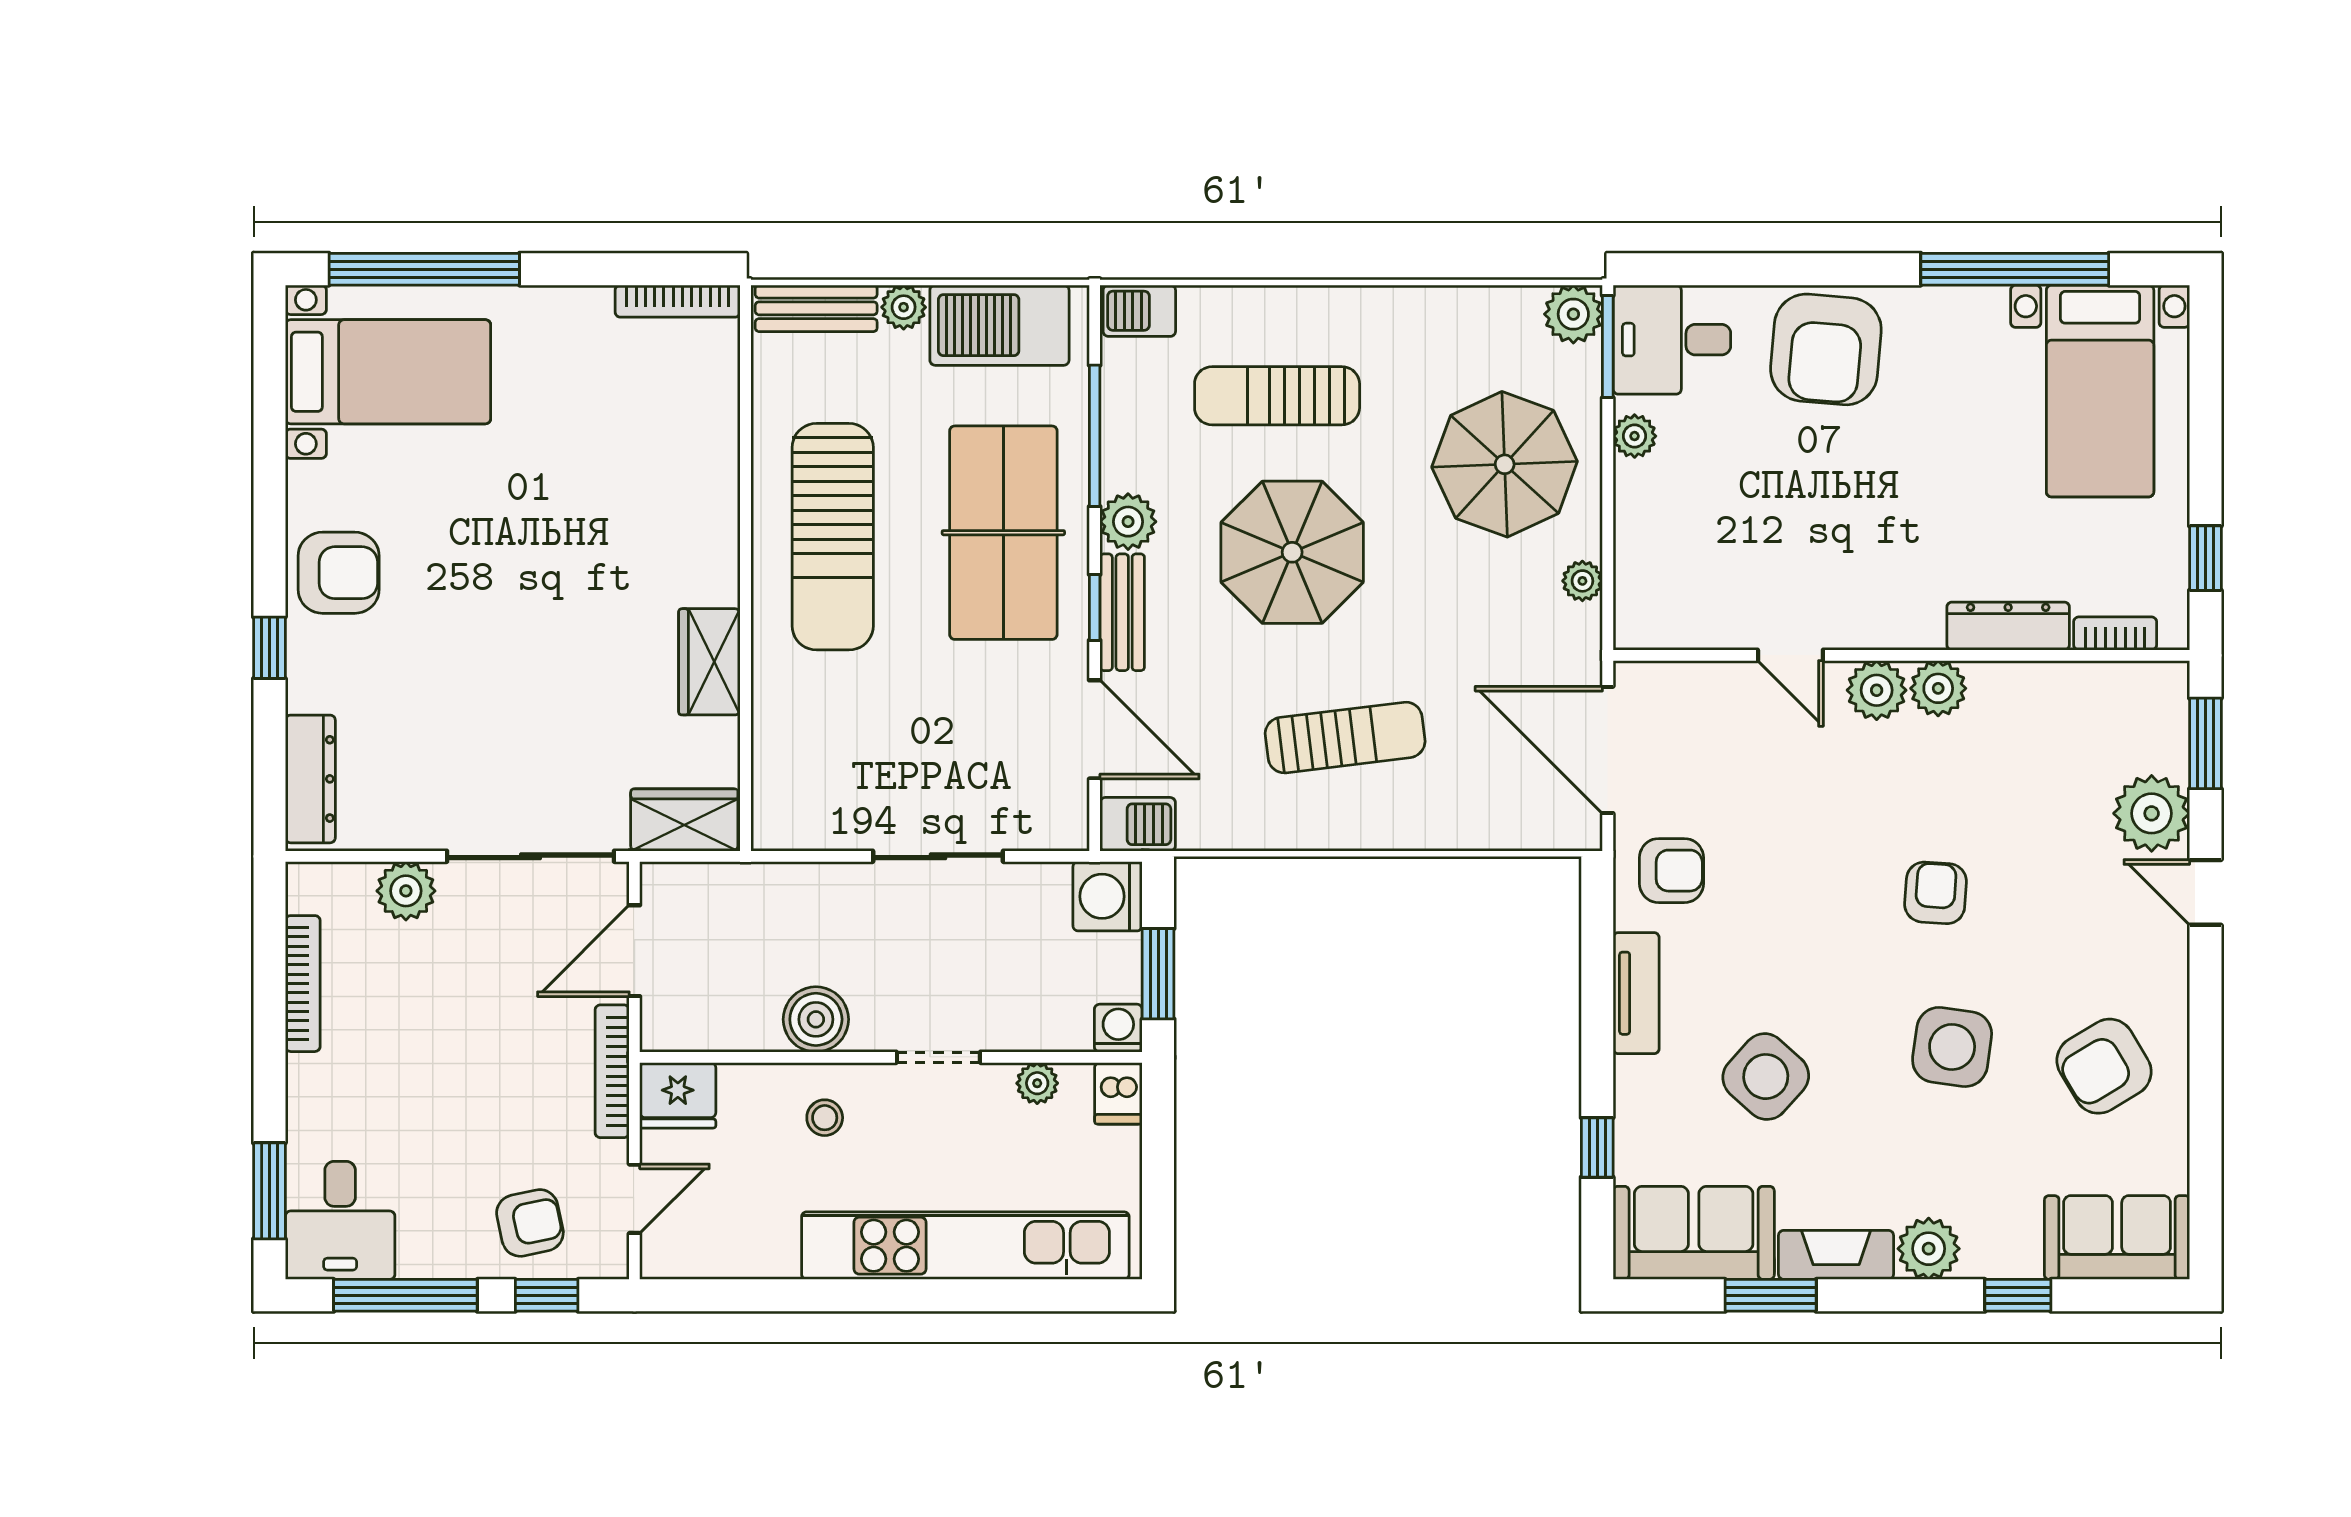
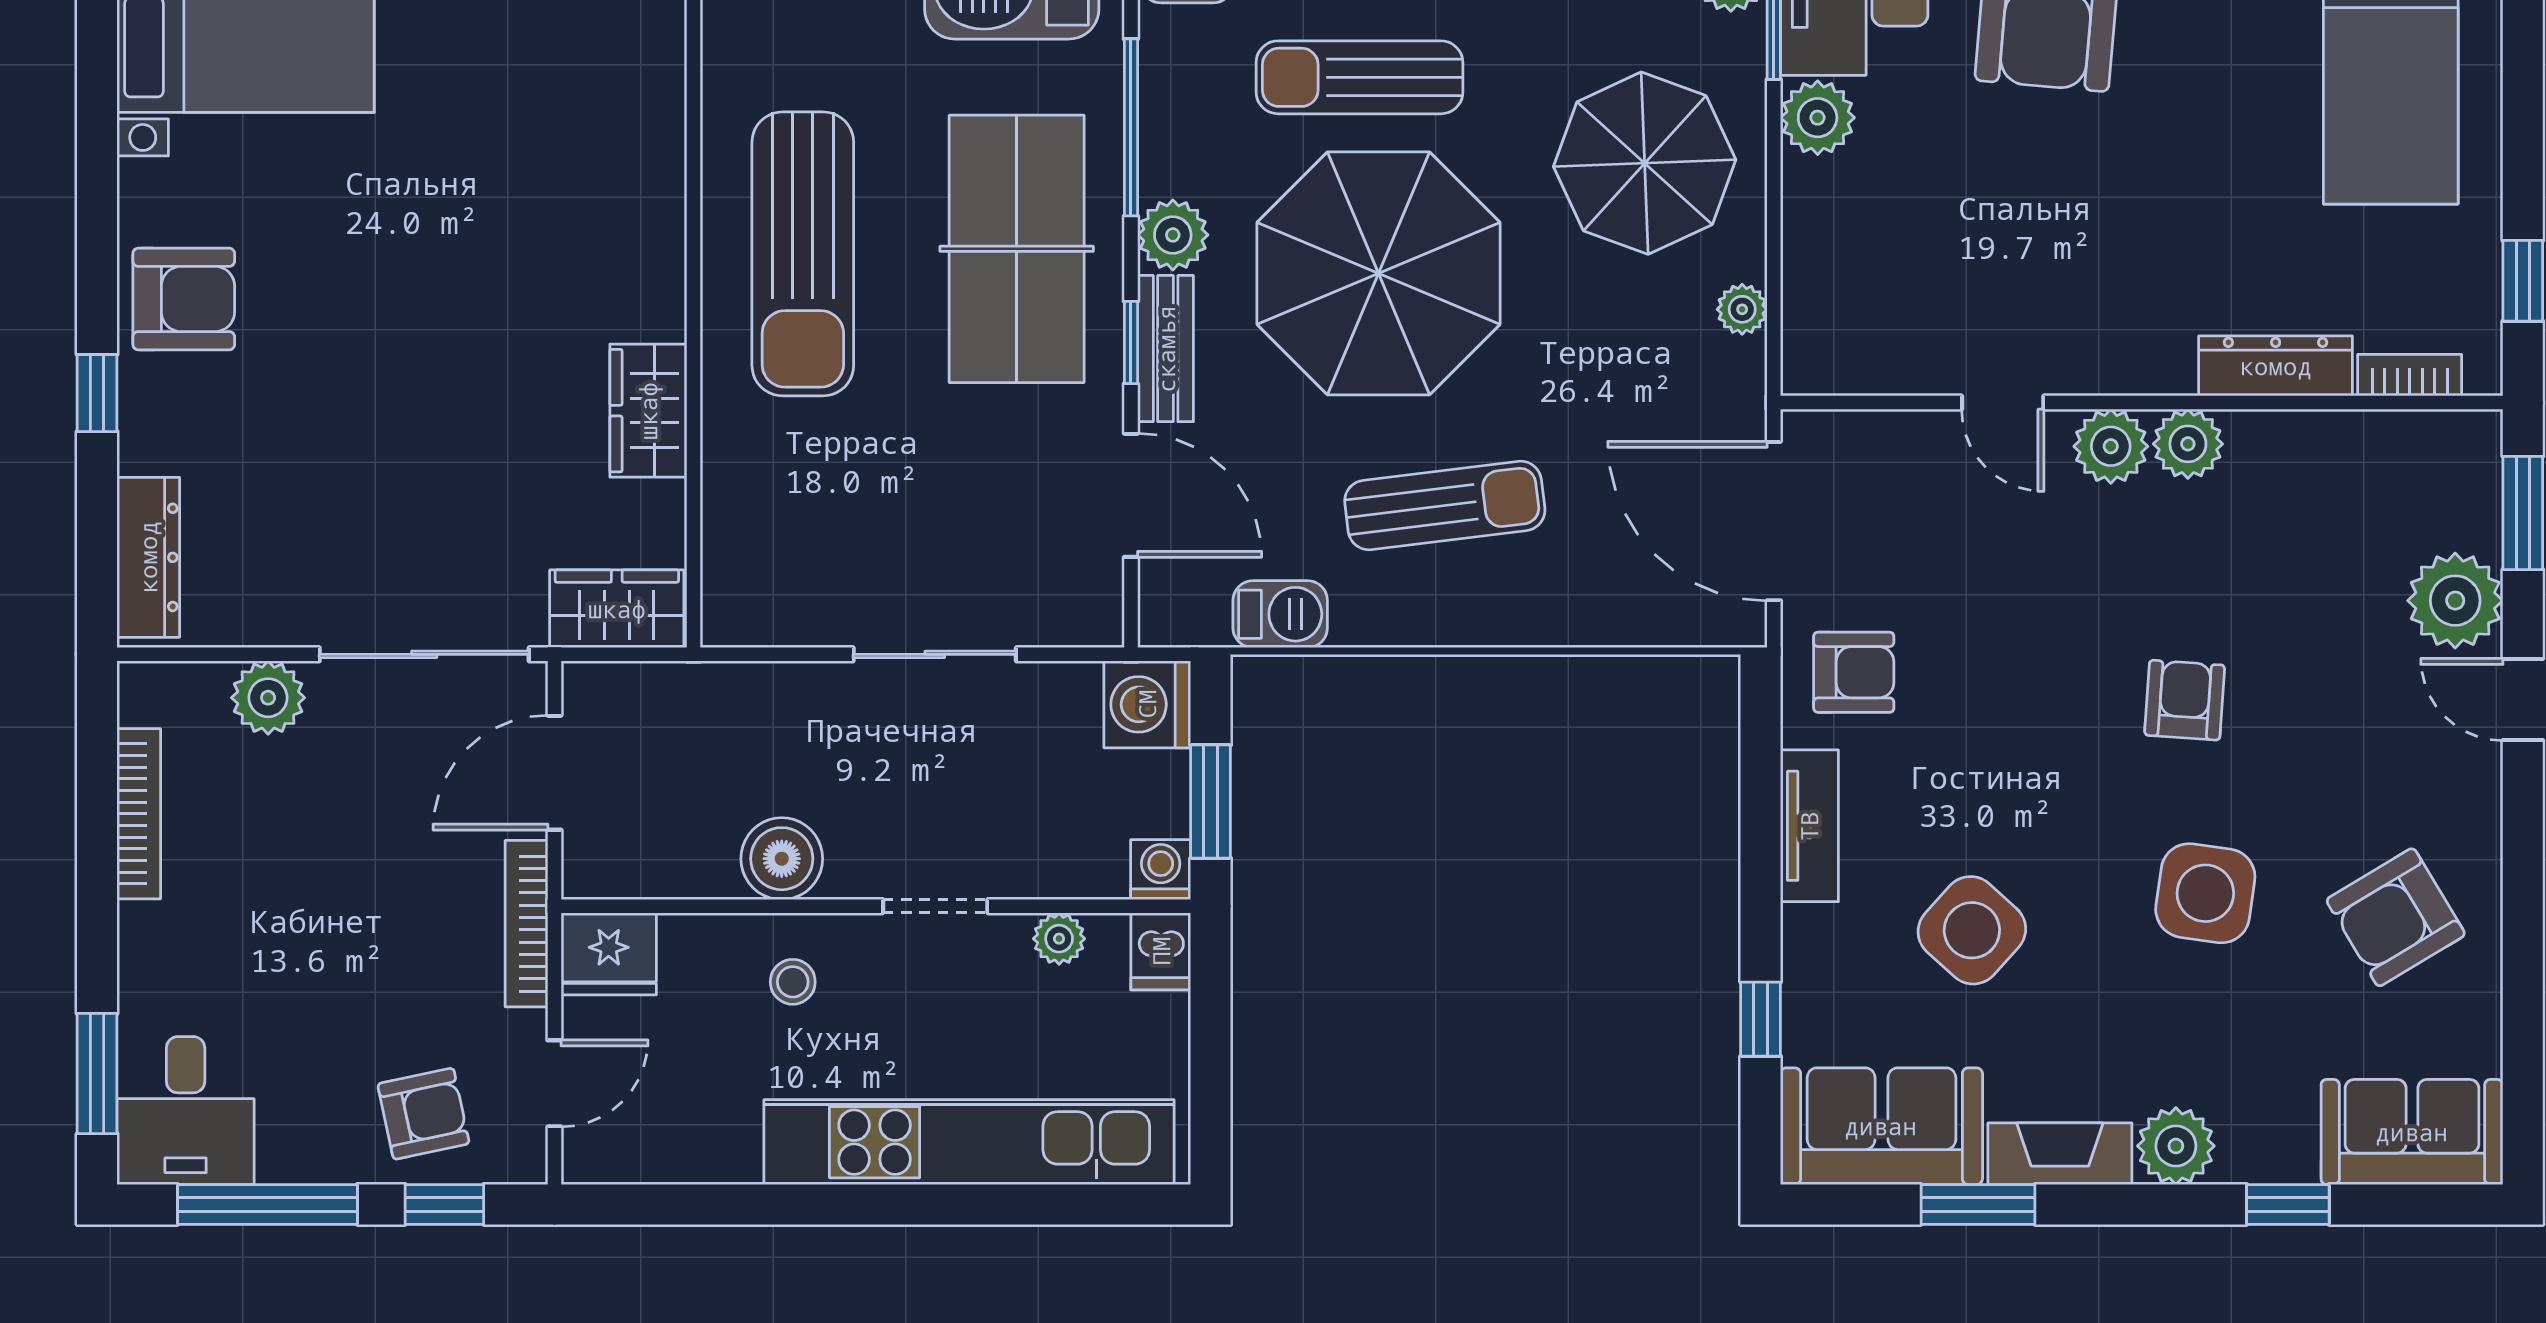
plant: (1635, 436) -> (1818, 118), width x1.38, depth x1.38
parasol: (1292, 552) -> (1378, 273), width x1.36, depth x1.36
barbecue: (1138, 824) -> (1280, 614), moved

